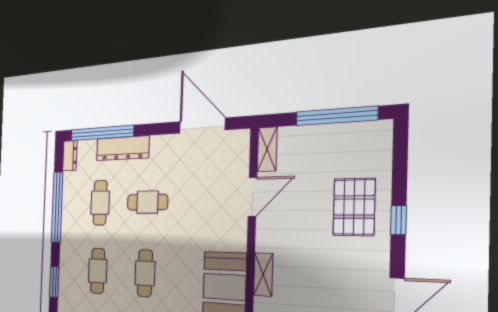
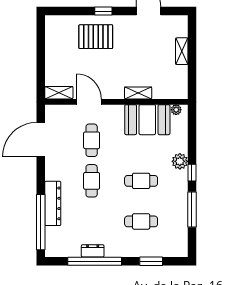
window: (336, 116) -> (41, 49), removed
dresser: (70, 156) -> (93, 251), moved
cafe table: (100, 203) -> (92, 140), moved, turned 90

